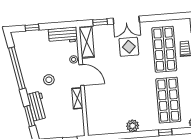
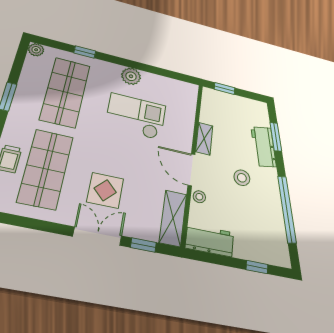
checkout: (123, 99) -> (136, 116), added

